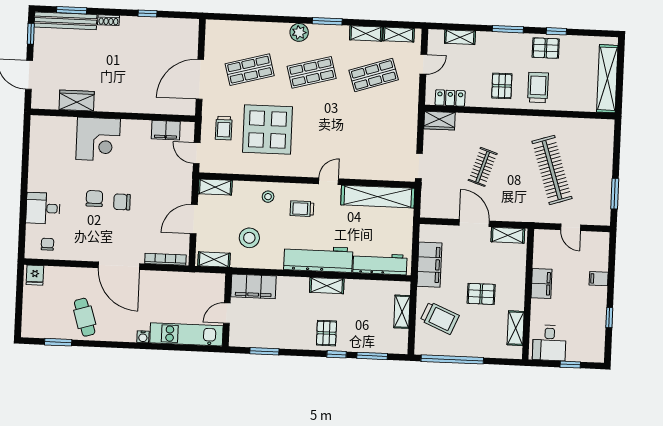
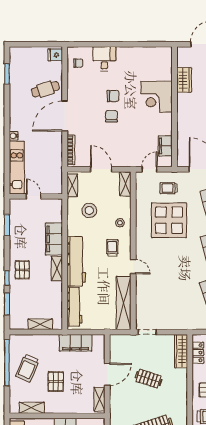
wardrobe: (439, 121) -> (181, 351), width x1.50
filing cabinet: (253, 286) -> (54, 239), moved
cafe table: (85, 317) -> (45, 89), moved
trolley: (440, 318) -> (27, 368), moved
pallet: (326, 333) -> (22, 270), turned 90

